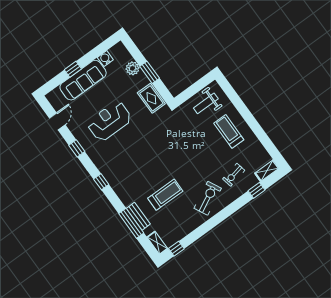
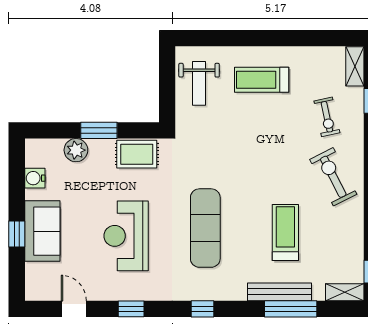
sofa: (83, 80) -> (42, 231), width x0.73
exercise mat: (140, 156) -> (205, 228), added
bench: (138, 216) -> (280, 292), width x1.36

